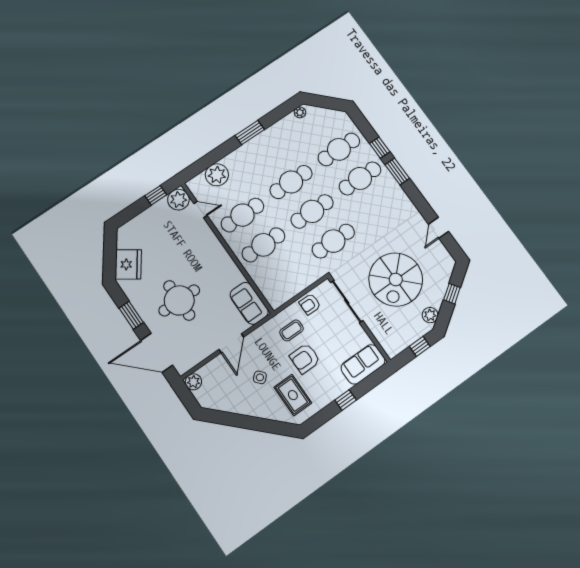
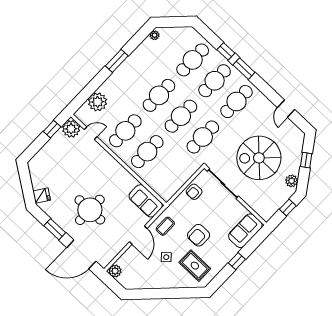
cafe table: (381, 208) -> (236, 102), added
fridge: (128, 264) -> (42, 196), width x0.53, depth x0.75
spiral stairs: (396, 279) -> (259, 158), turned 90
coffee table: (292, 330) -> (165, 226), moved

